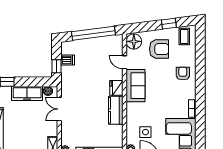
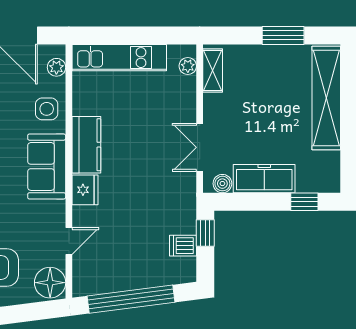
door: (124, 62) -> (69, 241), hinge flipped
sofa: (136, 86) -> (47, 166), moved
double door: (59, 109) -> (200, 147), swing flipped
side table: (145, 132) -> (47, 109), moved

